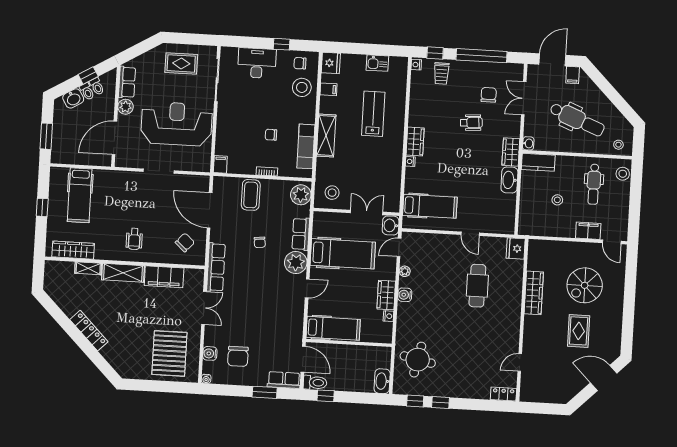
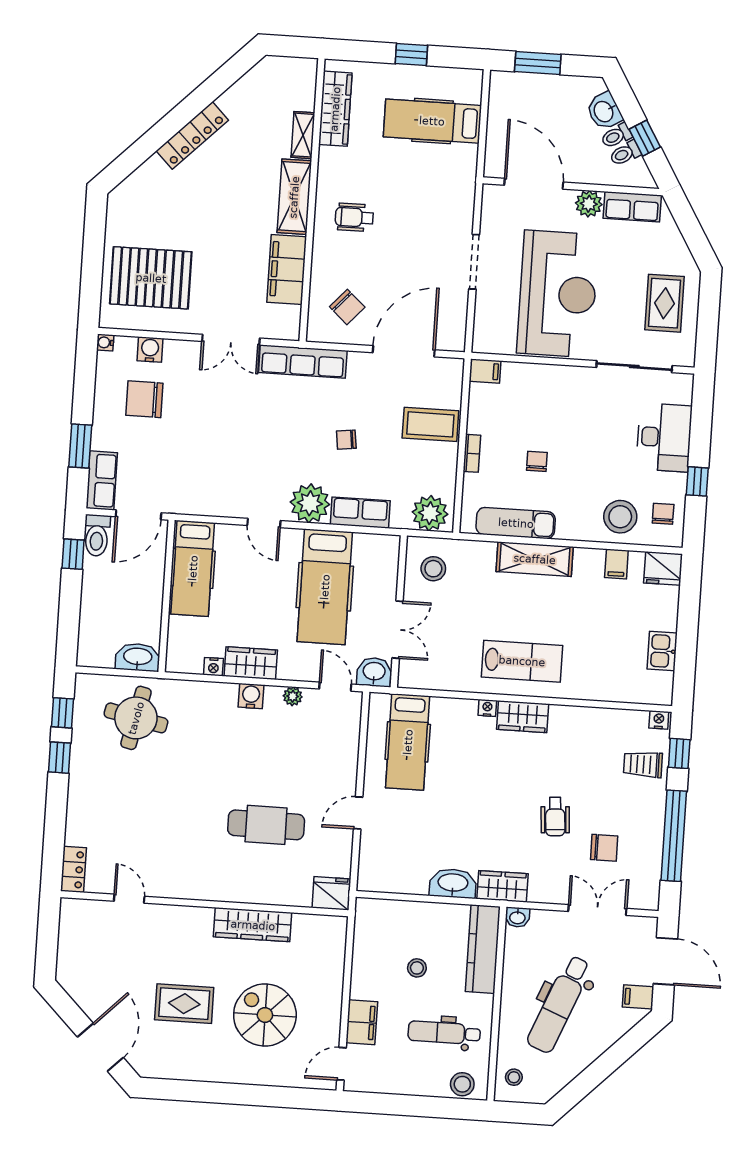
lab bench: (373, 114) -> (522, 661), moved
kitchen counter: (538, 162) -> (483, 949), width x1.50
washbasin: (382, 381) -> (138, 657), moved

